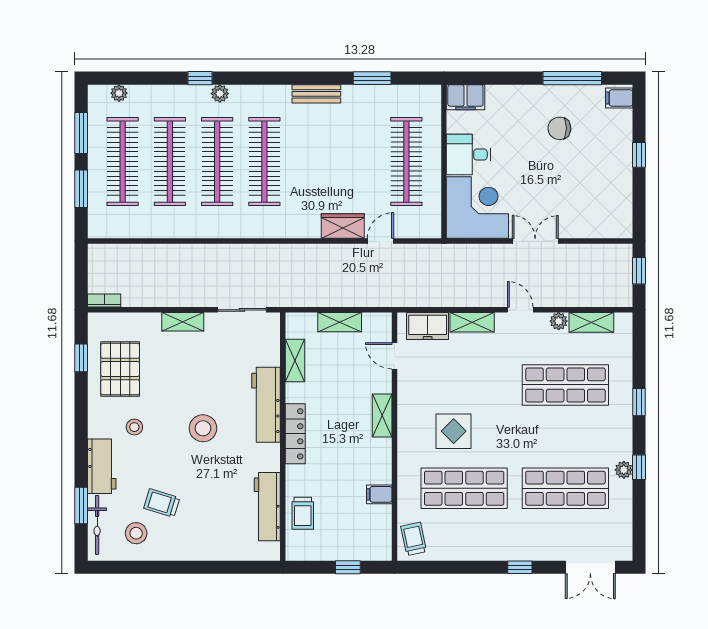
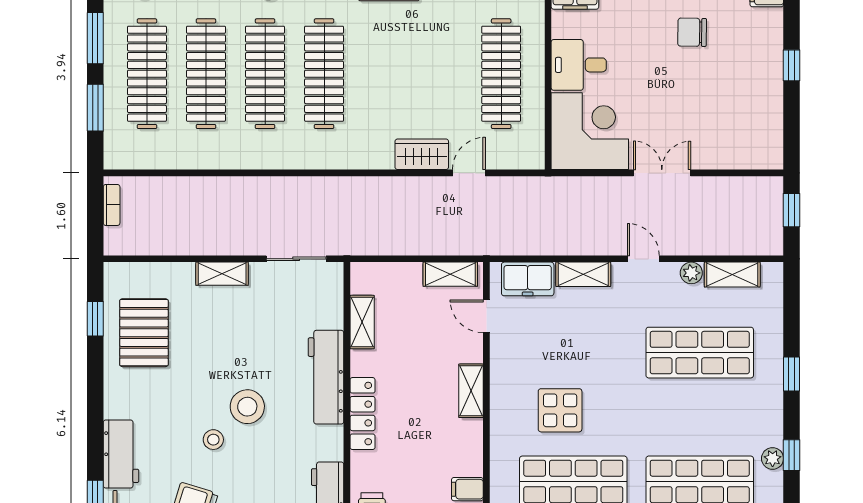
bookcase: (104, 301) -> (112, 205), moved, turned 90
shelving: (340, 322) -> (450, 274), moved
stool: (134, 427) -> (213, 440), moved

